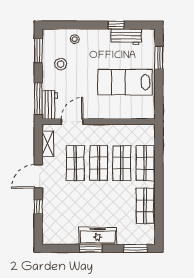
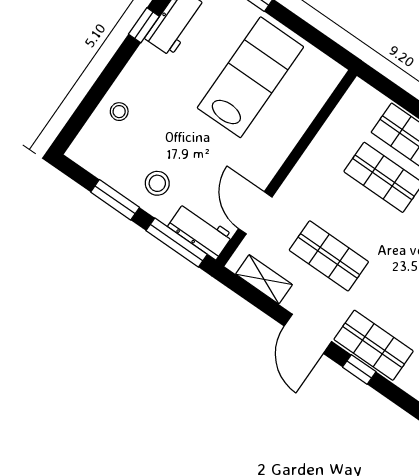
window: (38, 51) -> (115, 200), moved
stool: (61, 64) -> (157, 183), moved
lab bench: (125, 82) -> (250, 77), turned 180
shop shelf: (99, 163) -> (374, 345), moved

